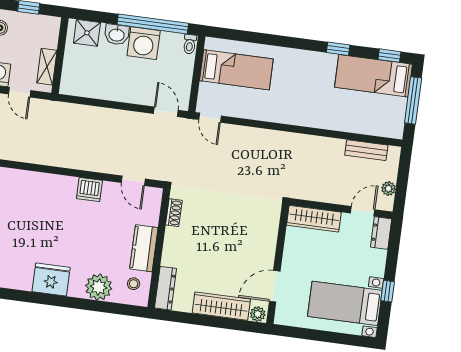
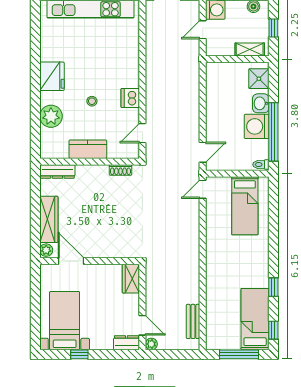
shelving: (47, 67) -> (250, 49), moved
plant: (389, 188) -> (151, 344), moved
wardrobe: (314, 219) -> (131, 279), width x0.67
stool: (134, 284) -> (92, 101), moved

